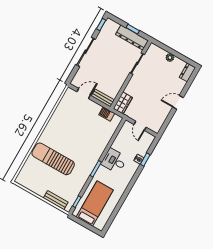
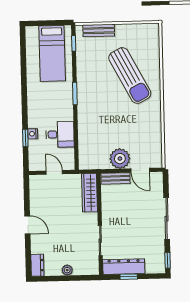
door: (84, 93) -> (140, 170), hinge flipped
door: (178, 102) -> (27, 225), hinge flipped
wardrobe: (123, 103) -> (90, 193), width x1.50
plant: (92, 109) -> (120, 159), added
barbecue: (107, 114) -> (100, 163), removed
sun lounger: (53, 159) -> (130, 76), turned 62
desk: (114, 161) -> (60, 134), moved

